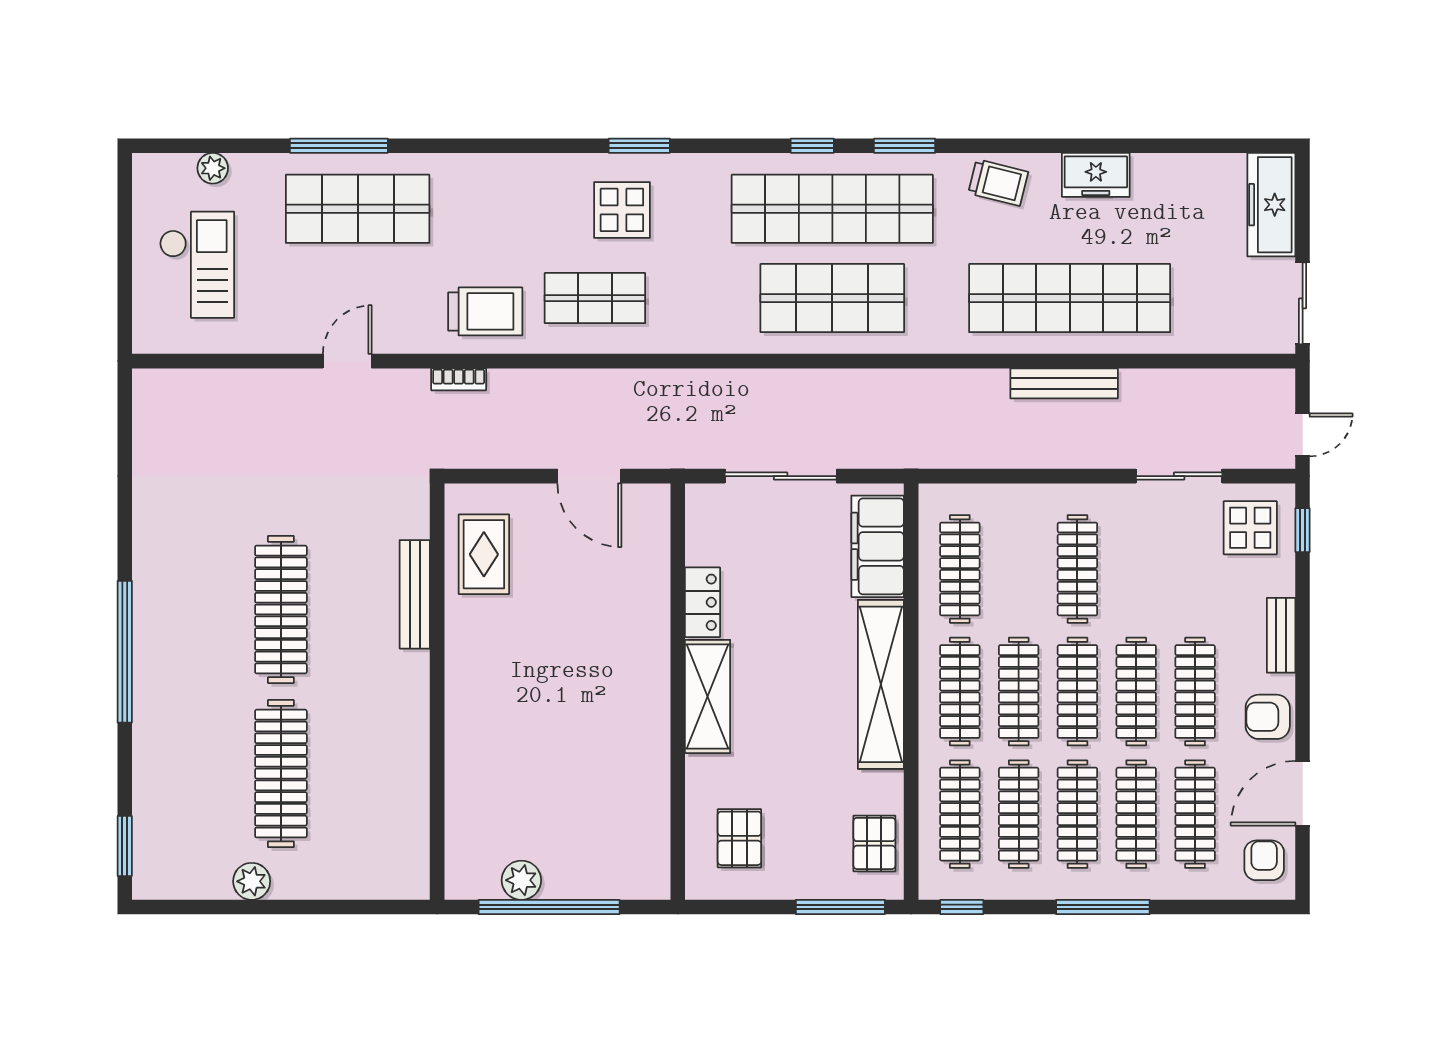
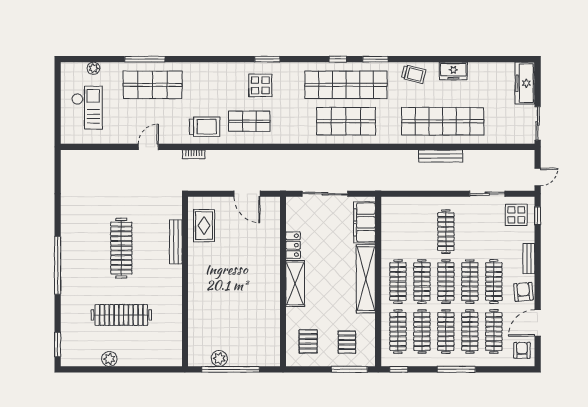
clothes rail: (960, 569) -> (398, 232), removed
armchair: (1268, 717) -> (523, 292), turned 85
clothes rail: (281, 774) -> (121, 315), turned 90
pallet: (874, 843) -> (347, 342), moved

